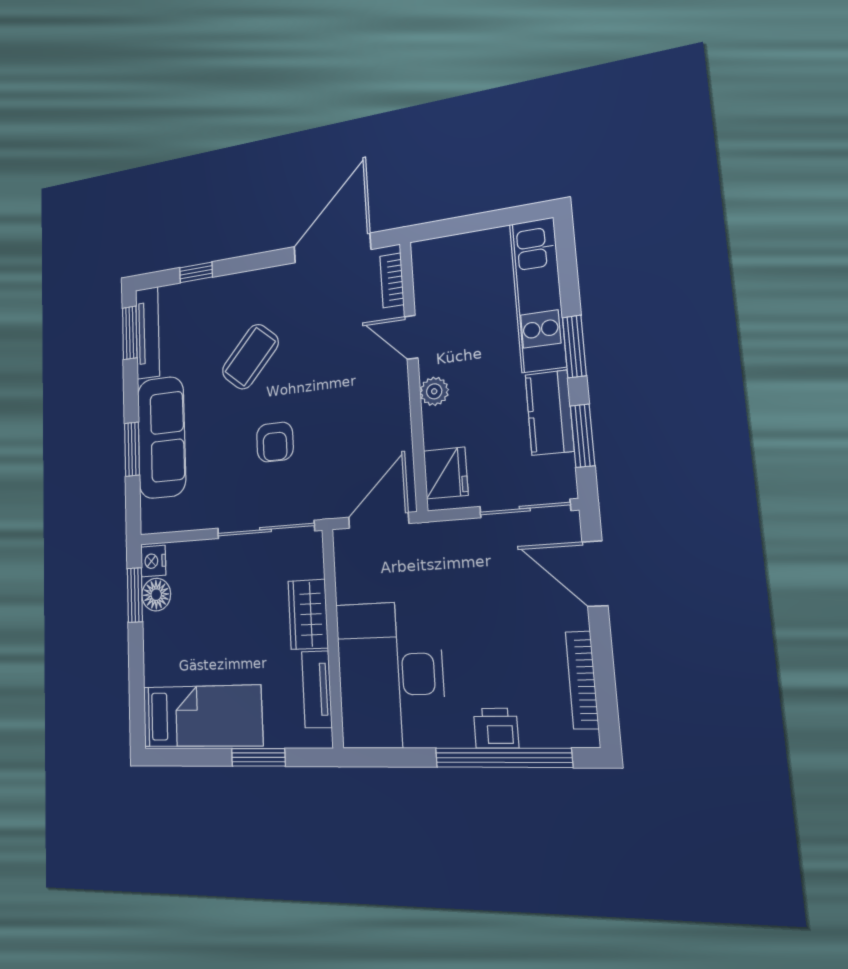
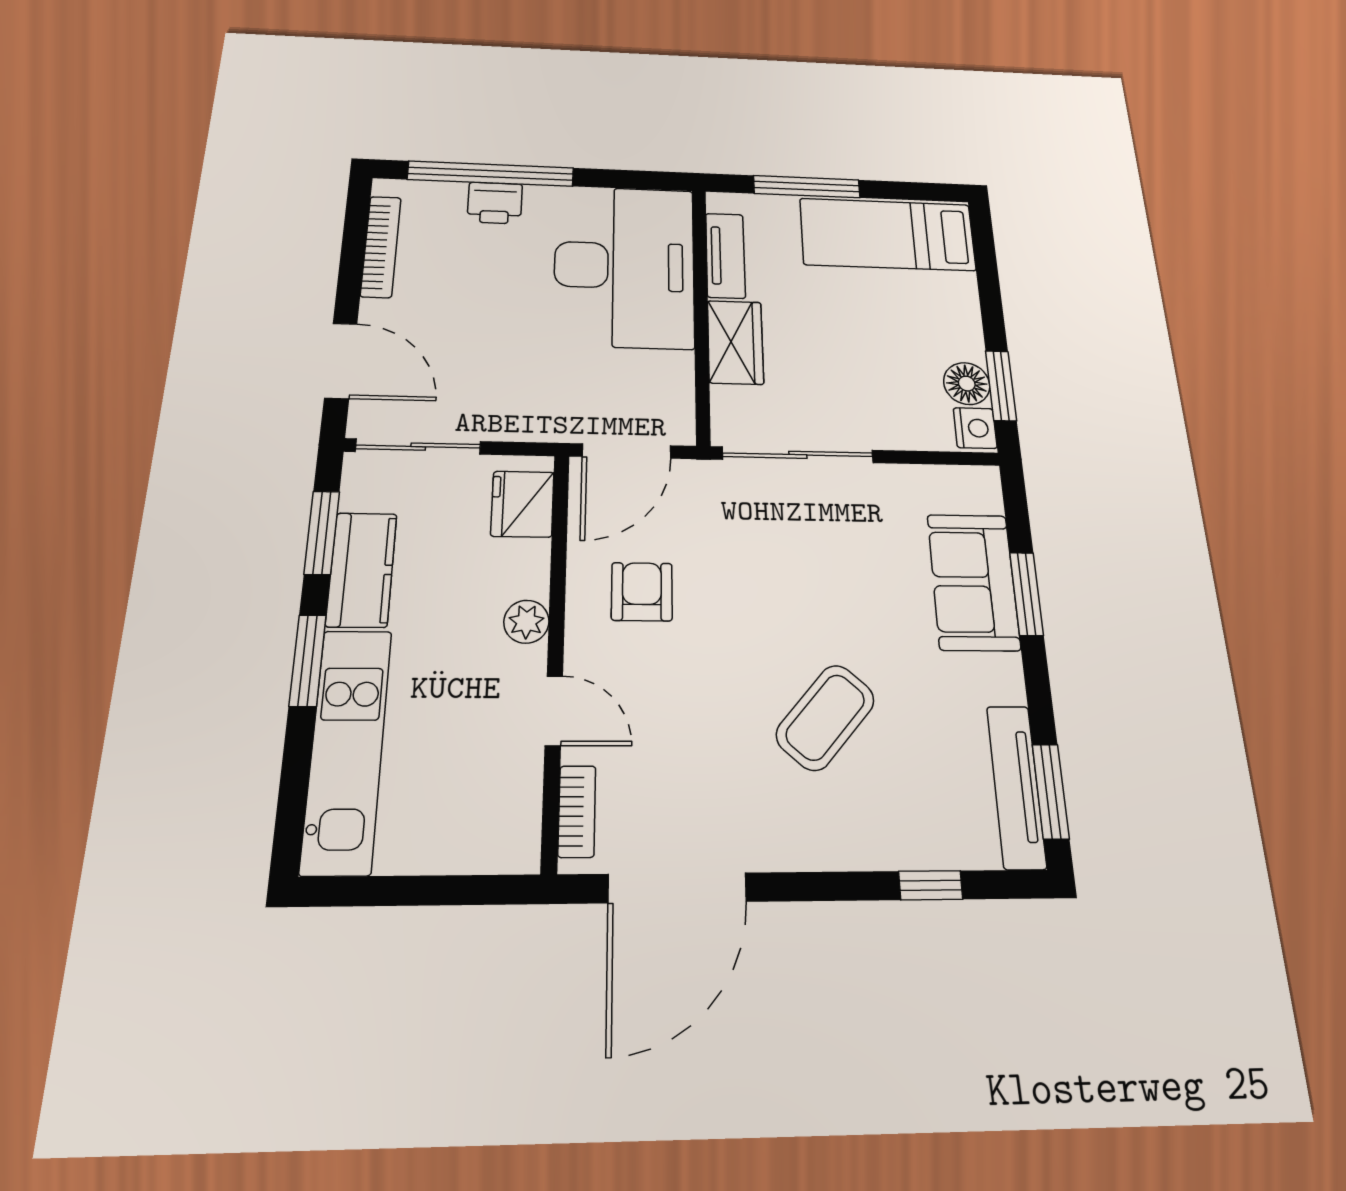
sofa: (161, 437) -> (973, 582), width x0.73
armchair: (275, 442) -> (642, 592), moved
window: (258, 757) -> (807, 187), width x1.44

